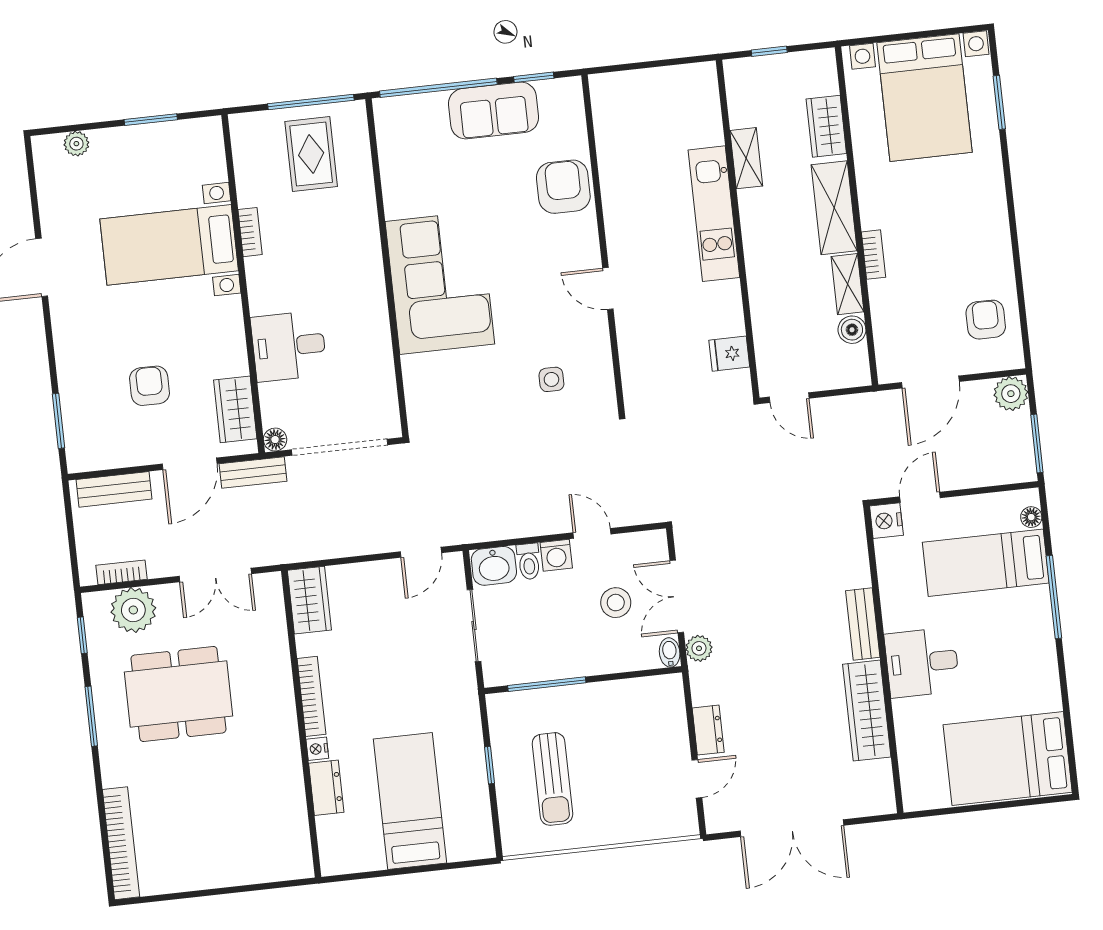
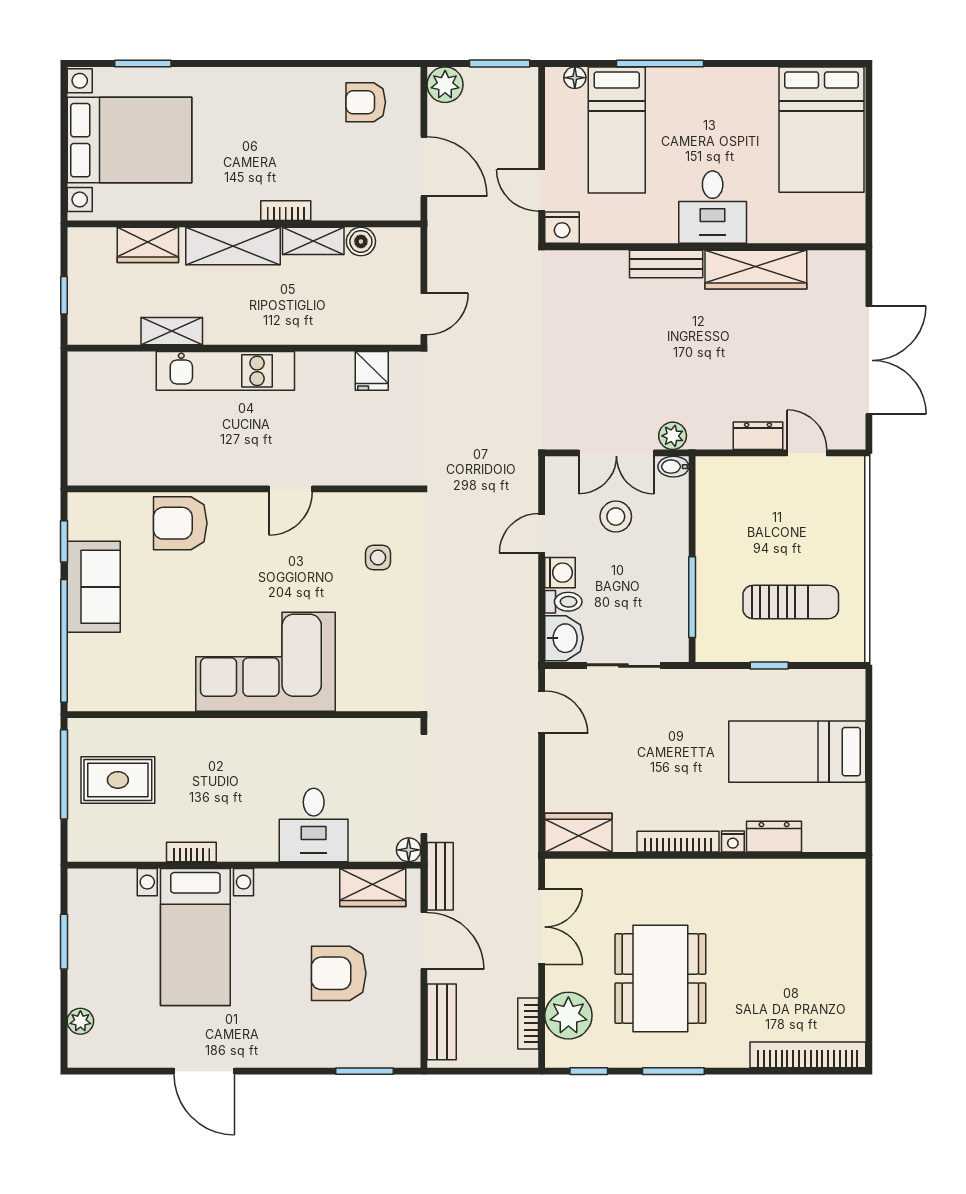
armchair: (149, 386) -> (339, 973), width x1.38, depth x1.38

